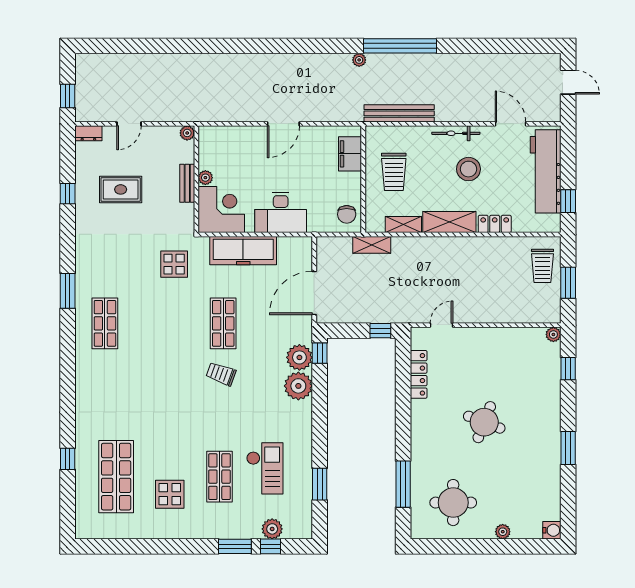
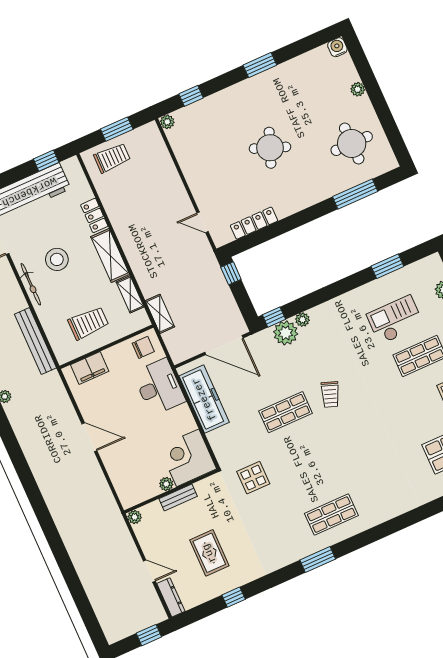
dresser: (88, 133) -> (171, 597), width x1.44
desk: (281, 212) -> (159, 387), moved
freezer: (243, 251) -> (204, 399), moved
plant: (298, 386) -> (302, 320), width x0.53, depth x0.53

